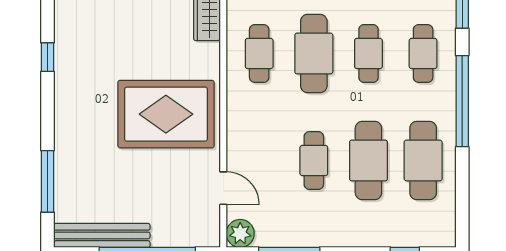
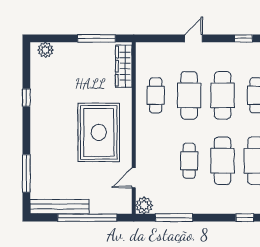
cafe table: (368, 53) -> (223, 95), width x1.37, depth x1.35
rug: (166, 114) -> (99, 132), turned 90
door: (223, 188) -> (134, 178), swing flipped

